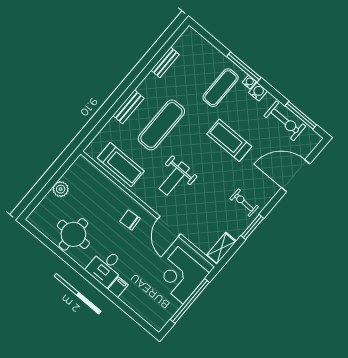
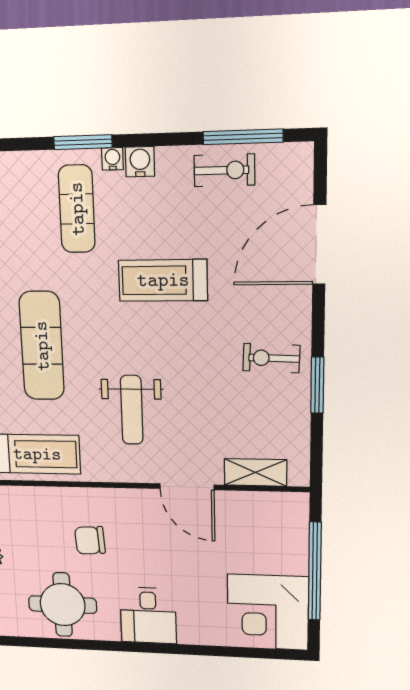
window: (244, 67) -> (83, 142), width x0.69
exercise bike: (285, 121) -> (224, 170), width x0.73, depth x0.72
chair: (130, 220) -> (90, 540), moved
shelving: (221, 248) -> (255, 472), moved, turned 90
corner desk: (181, 275) -> (268, 612), moved
filing cabinet: (118, 287) -> (190, 630), removed

